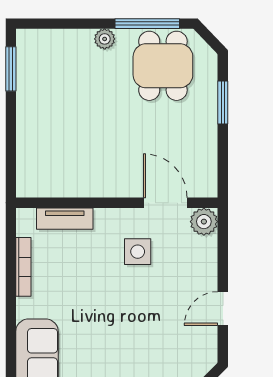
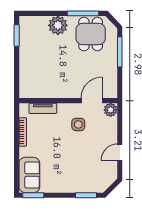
plant: (105, 39) -> (58, 25), width x1.87, depth x1.87
window: (223, 103) -> (120, 52), width x1.44
door: (165, 203) -> (92, 101), hinge flipped

